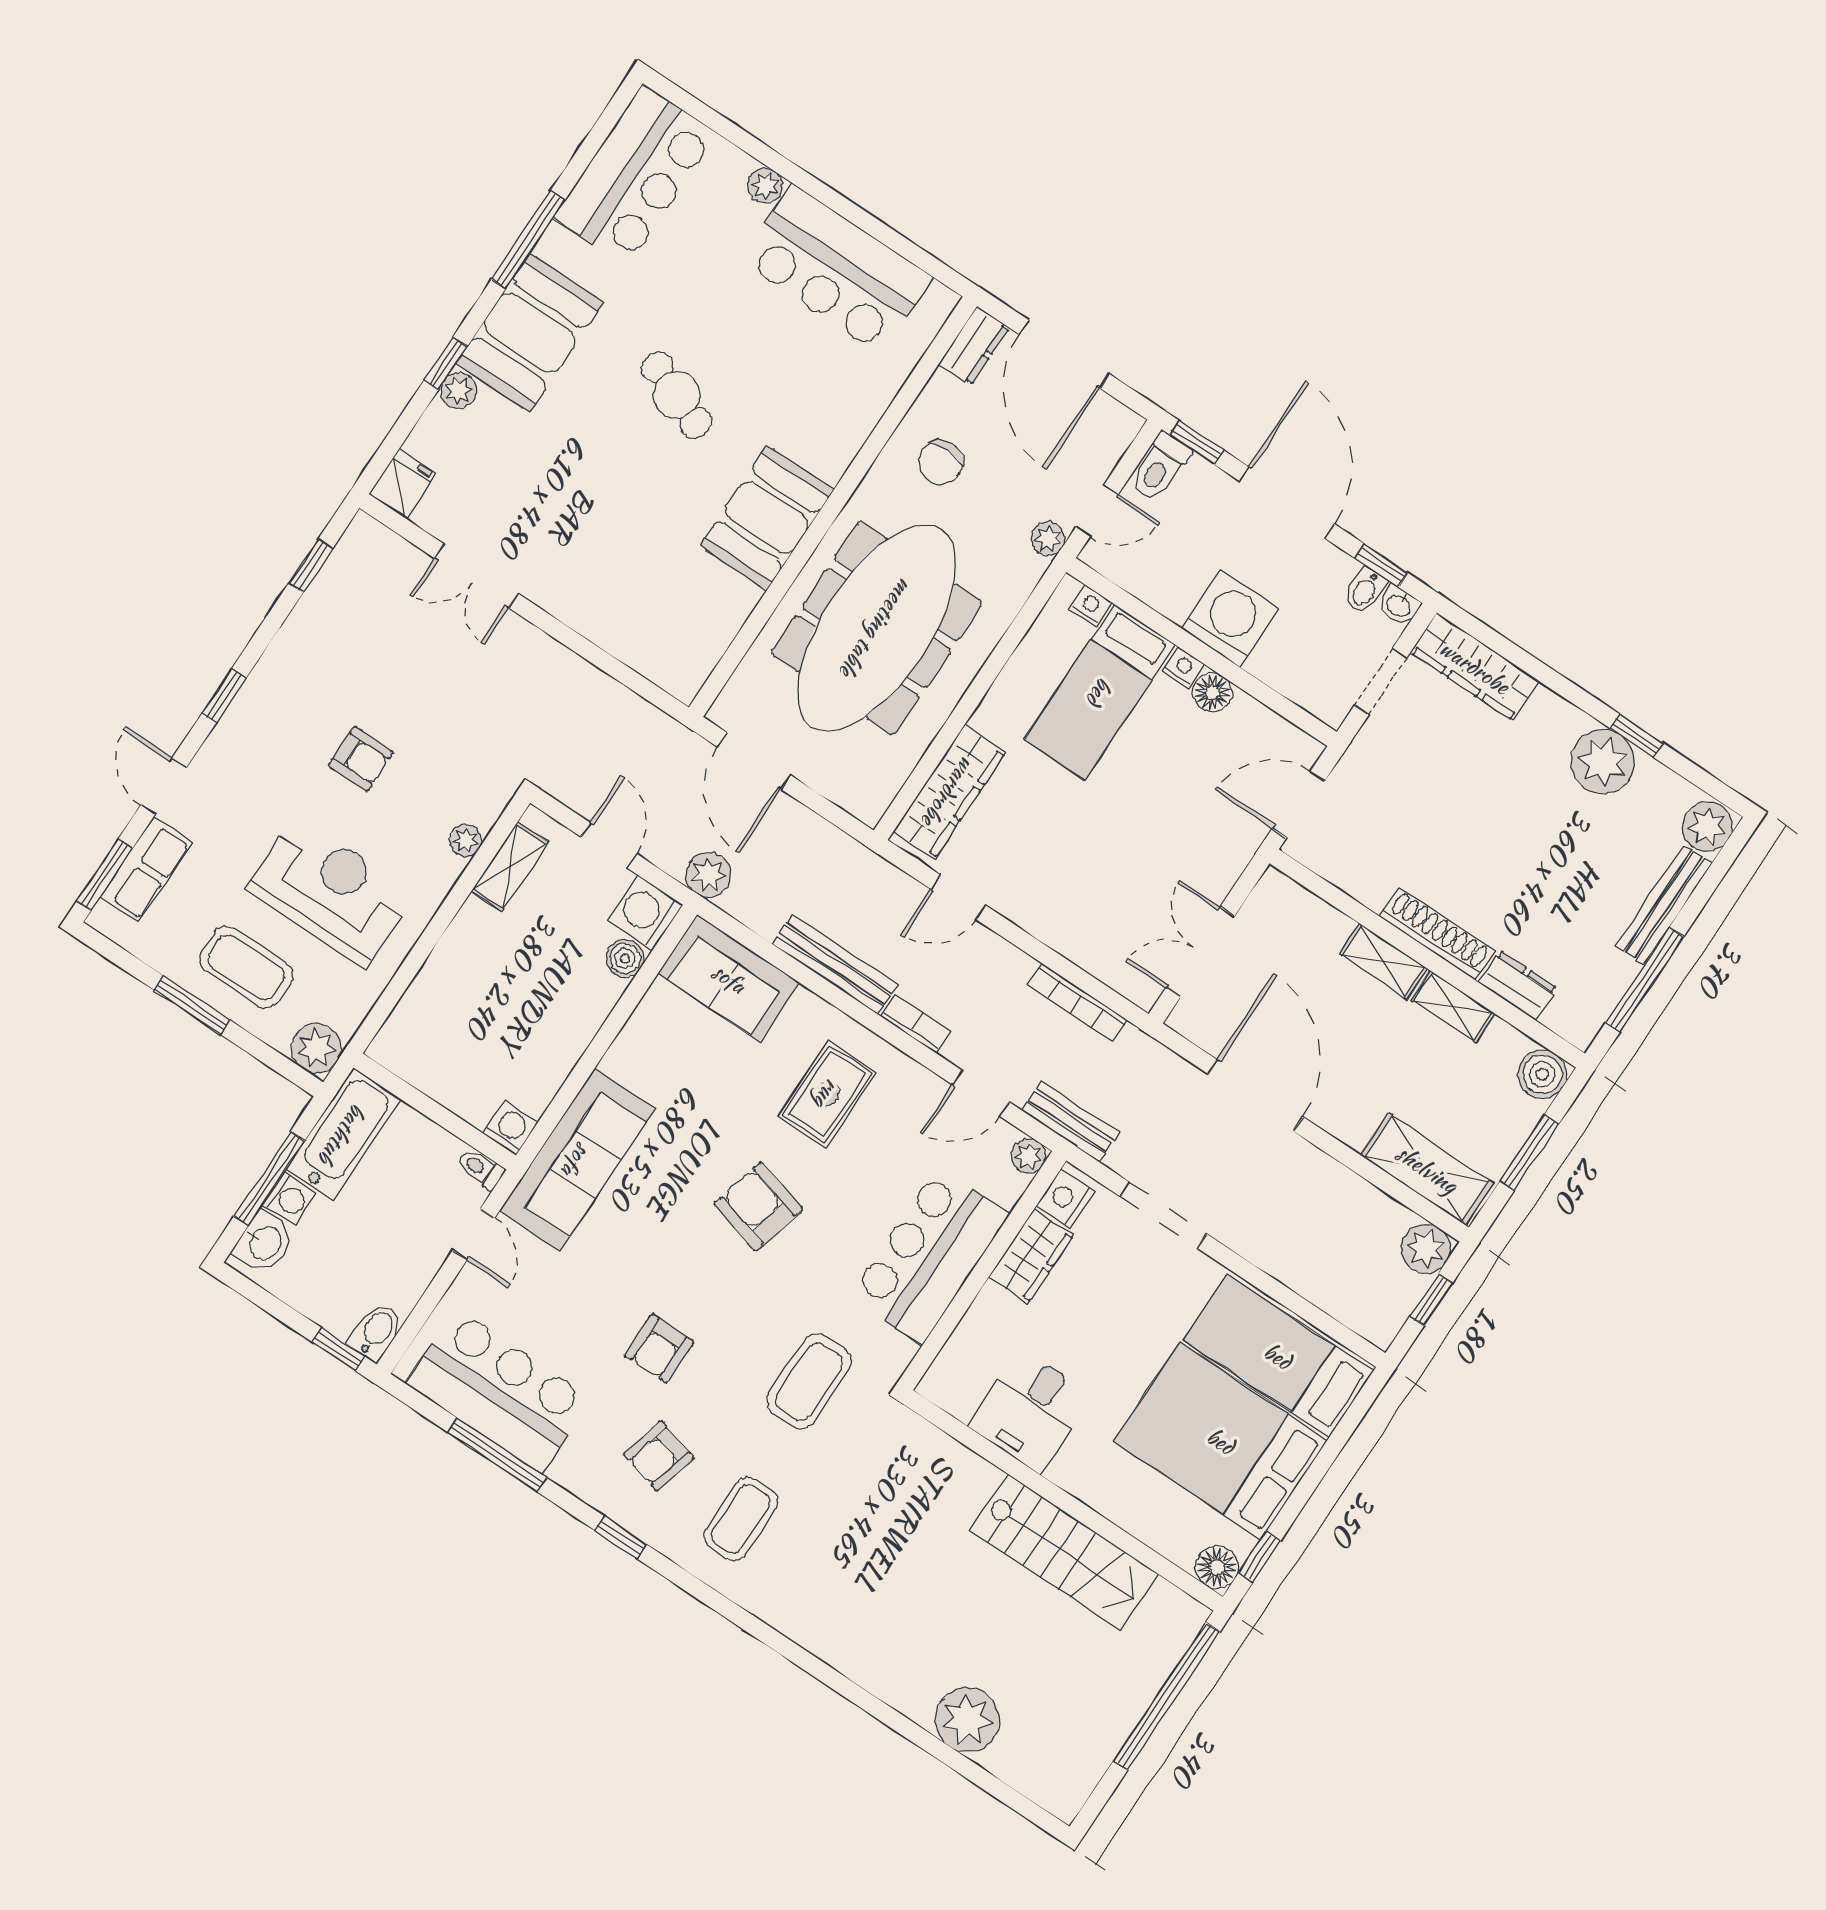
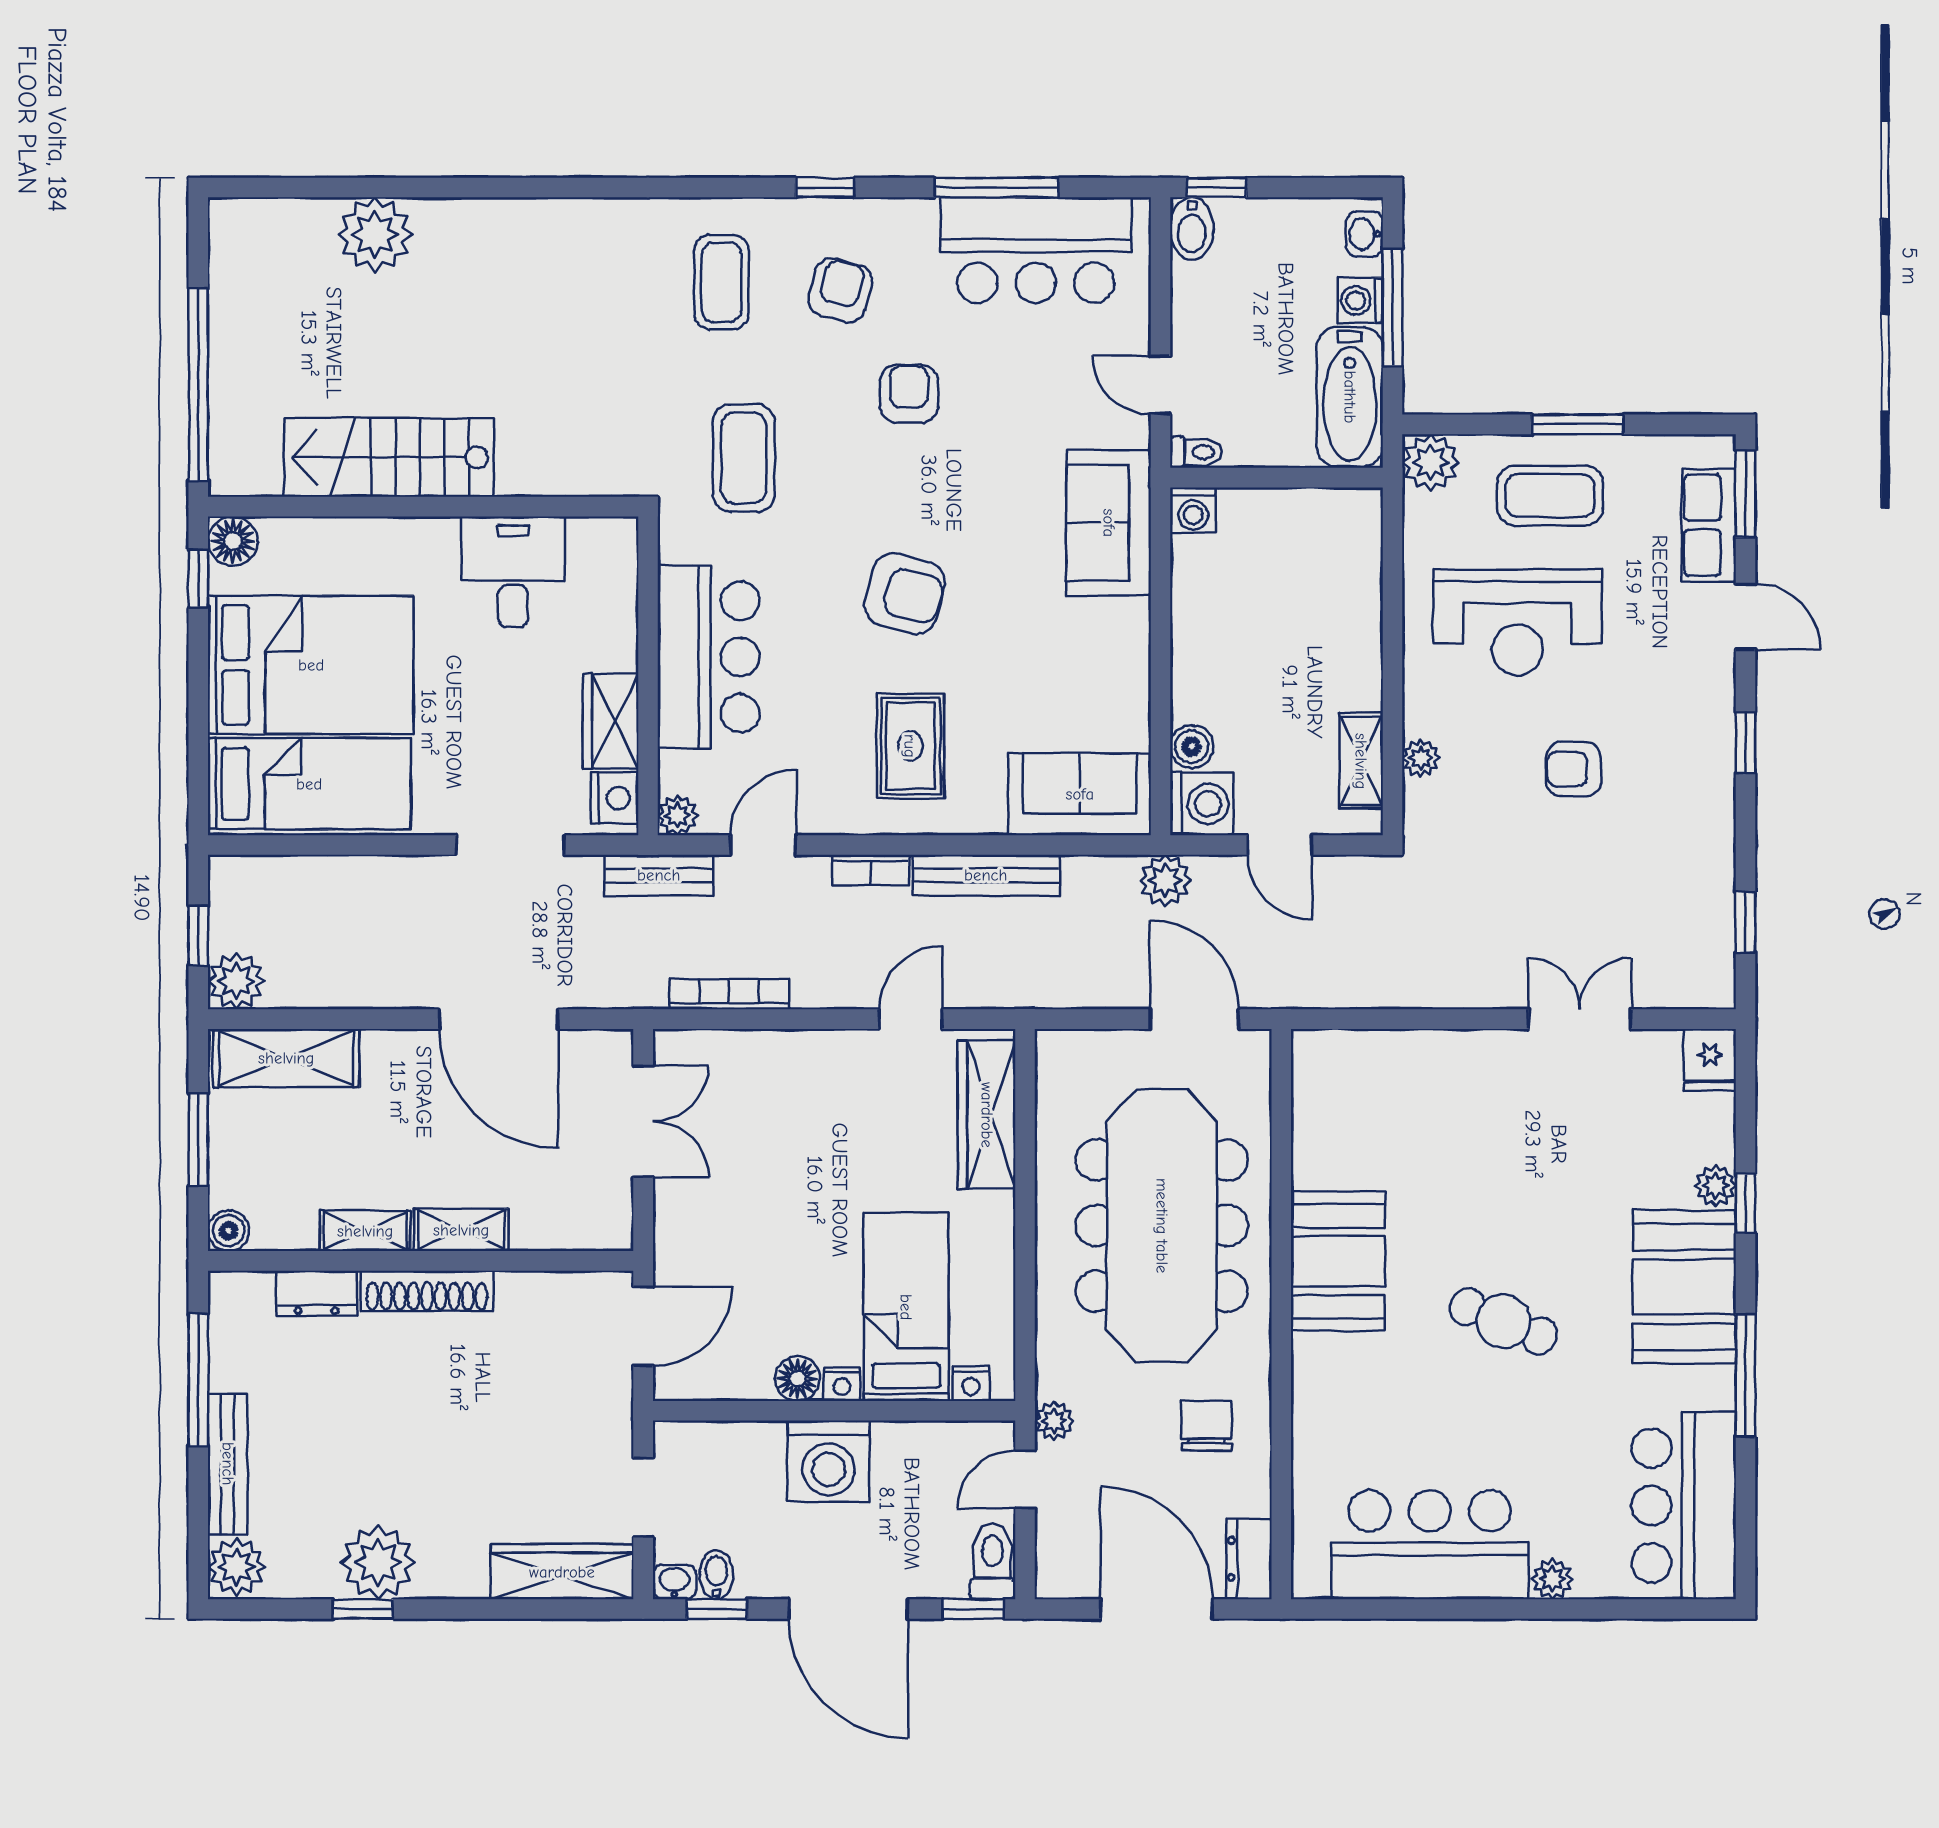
boiler: (1542, 1074) -> (229, 1231), width x0.73, depth x0.73
sofa: (577, 1160) -> (1109, 523), width x0.73
washbasin: (264, 1242) -> (1364, 234), width x0.72, depth x0.69

